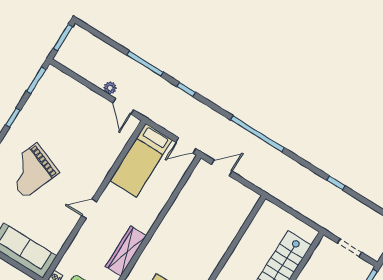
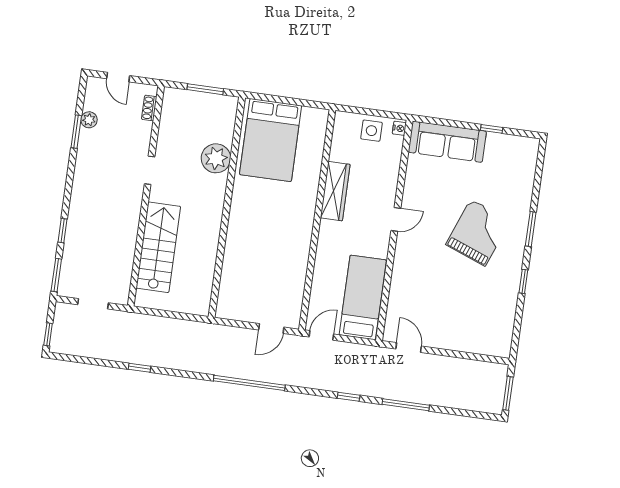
window: (36, 80) -> (516, 334), removed
plant: (110, 88) -> (432, 361), removed

